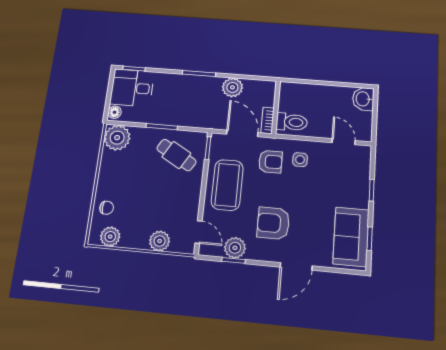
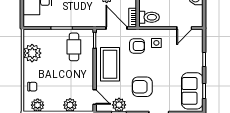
floor lamp: (115, 112) -> (28, 20), removed
plant: (117, 138) -> (32, 53), moved
door: (344, 142) -> (184, 28), swing flipped
cafe table: (176, 155) -> (74, 47), turned 60

